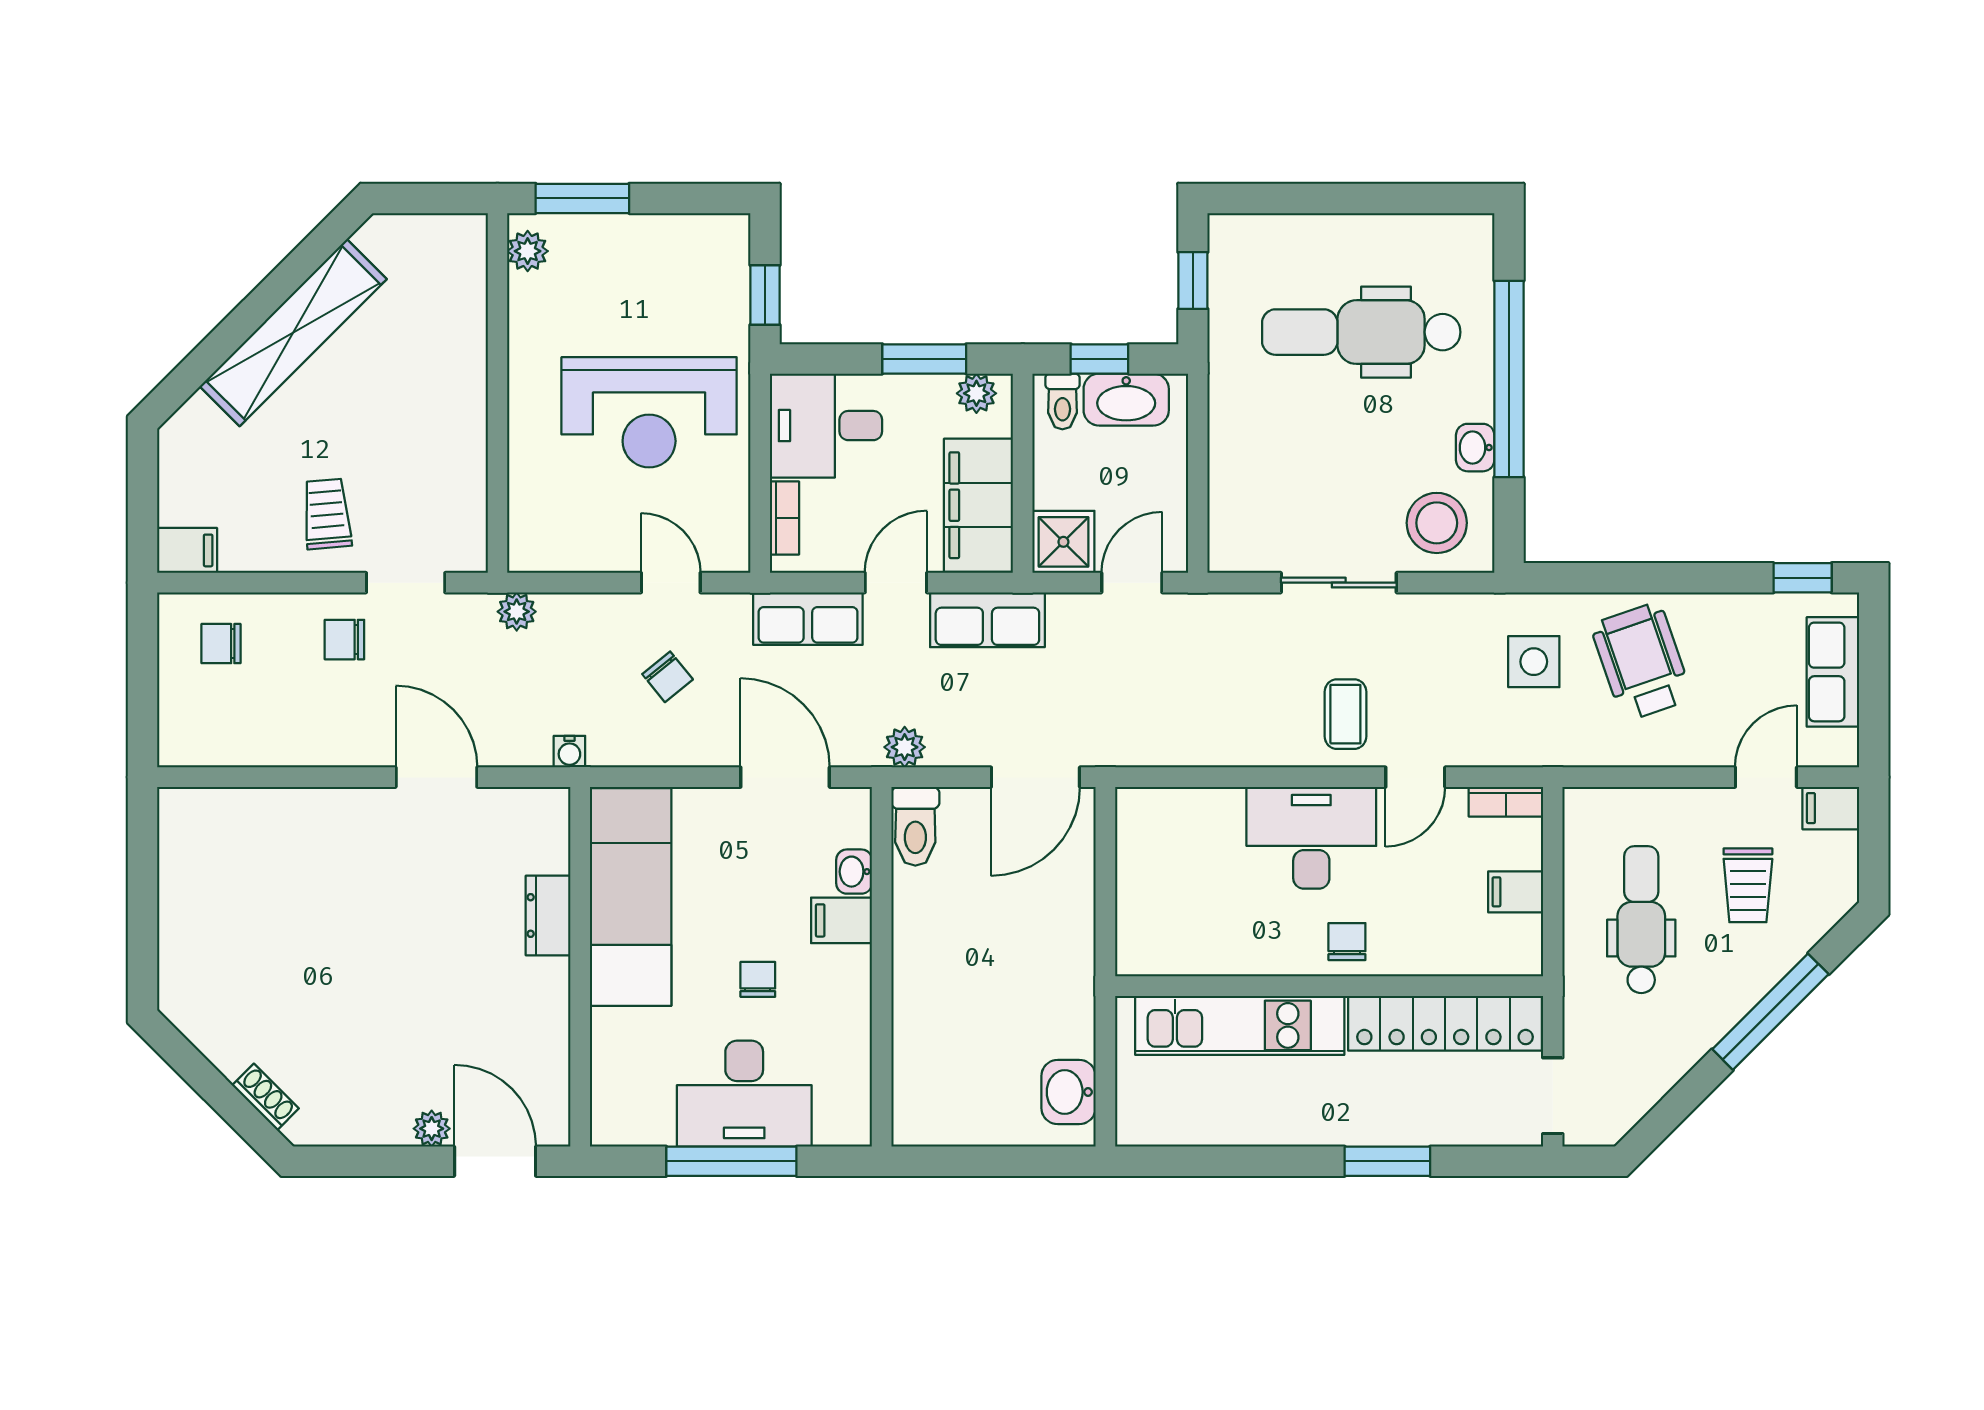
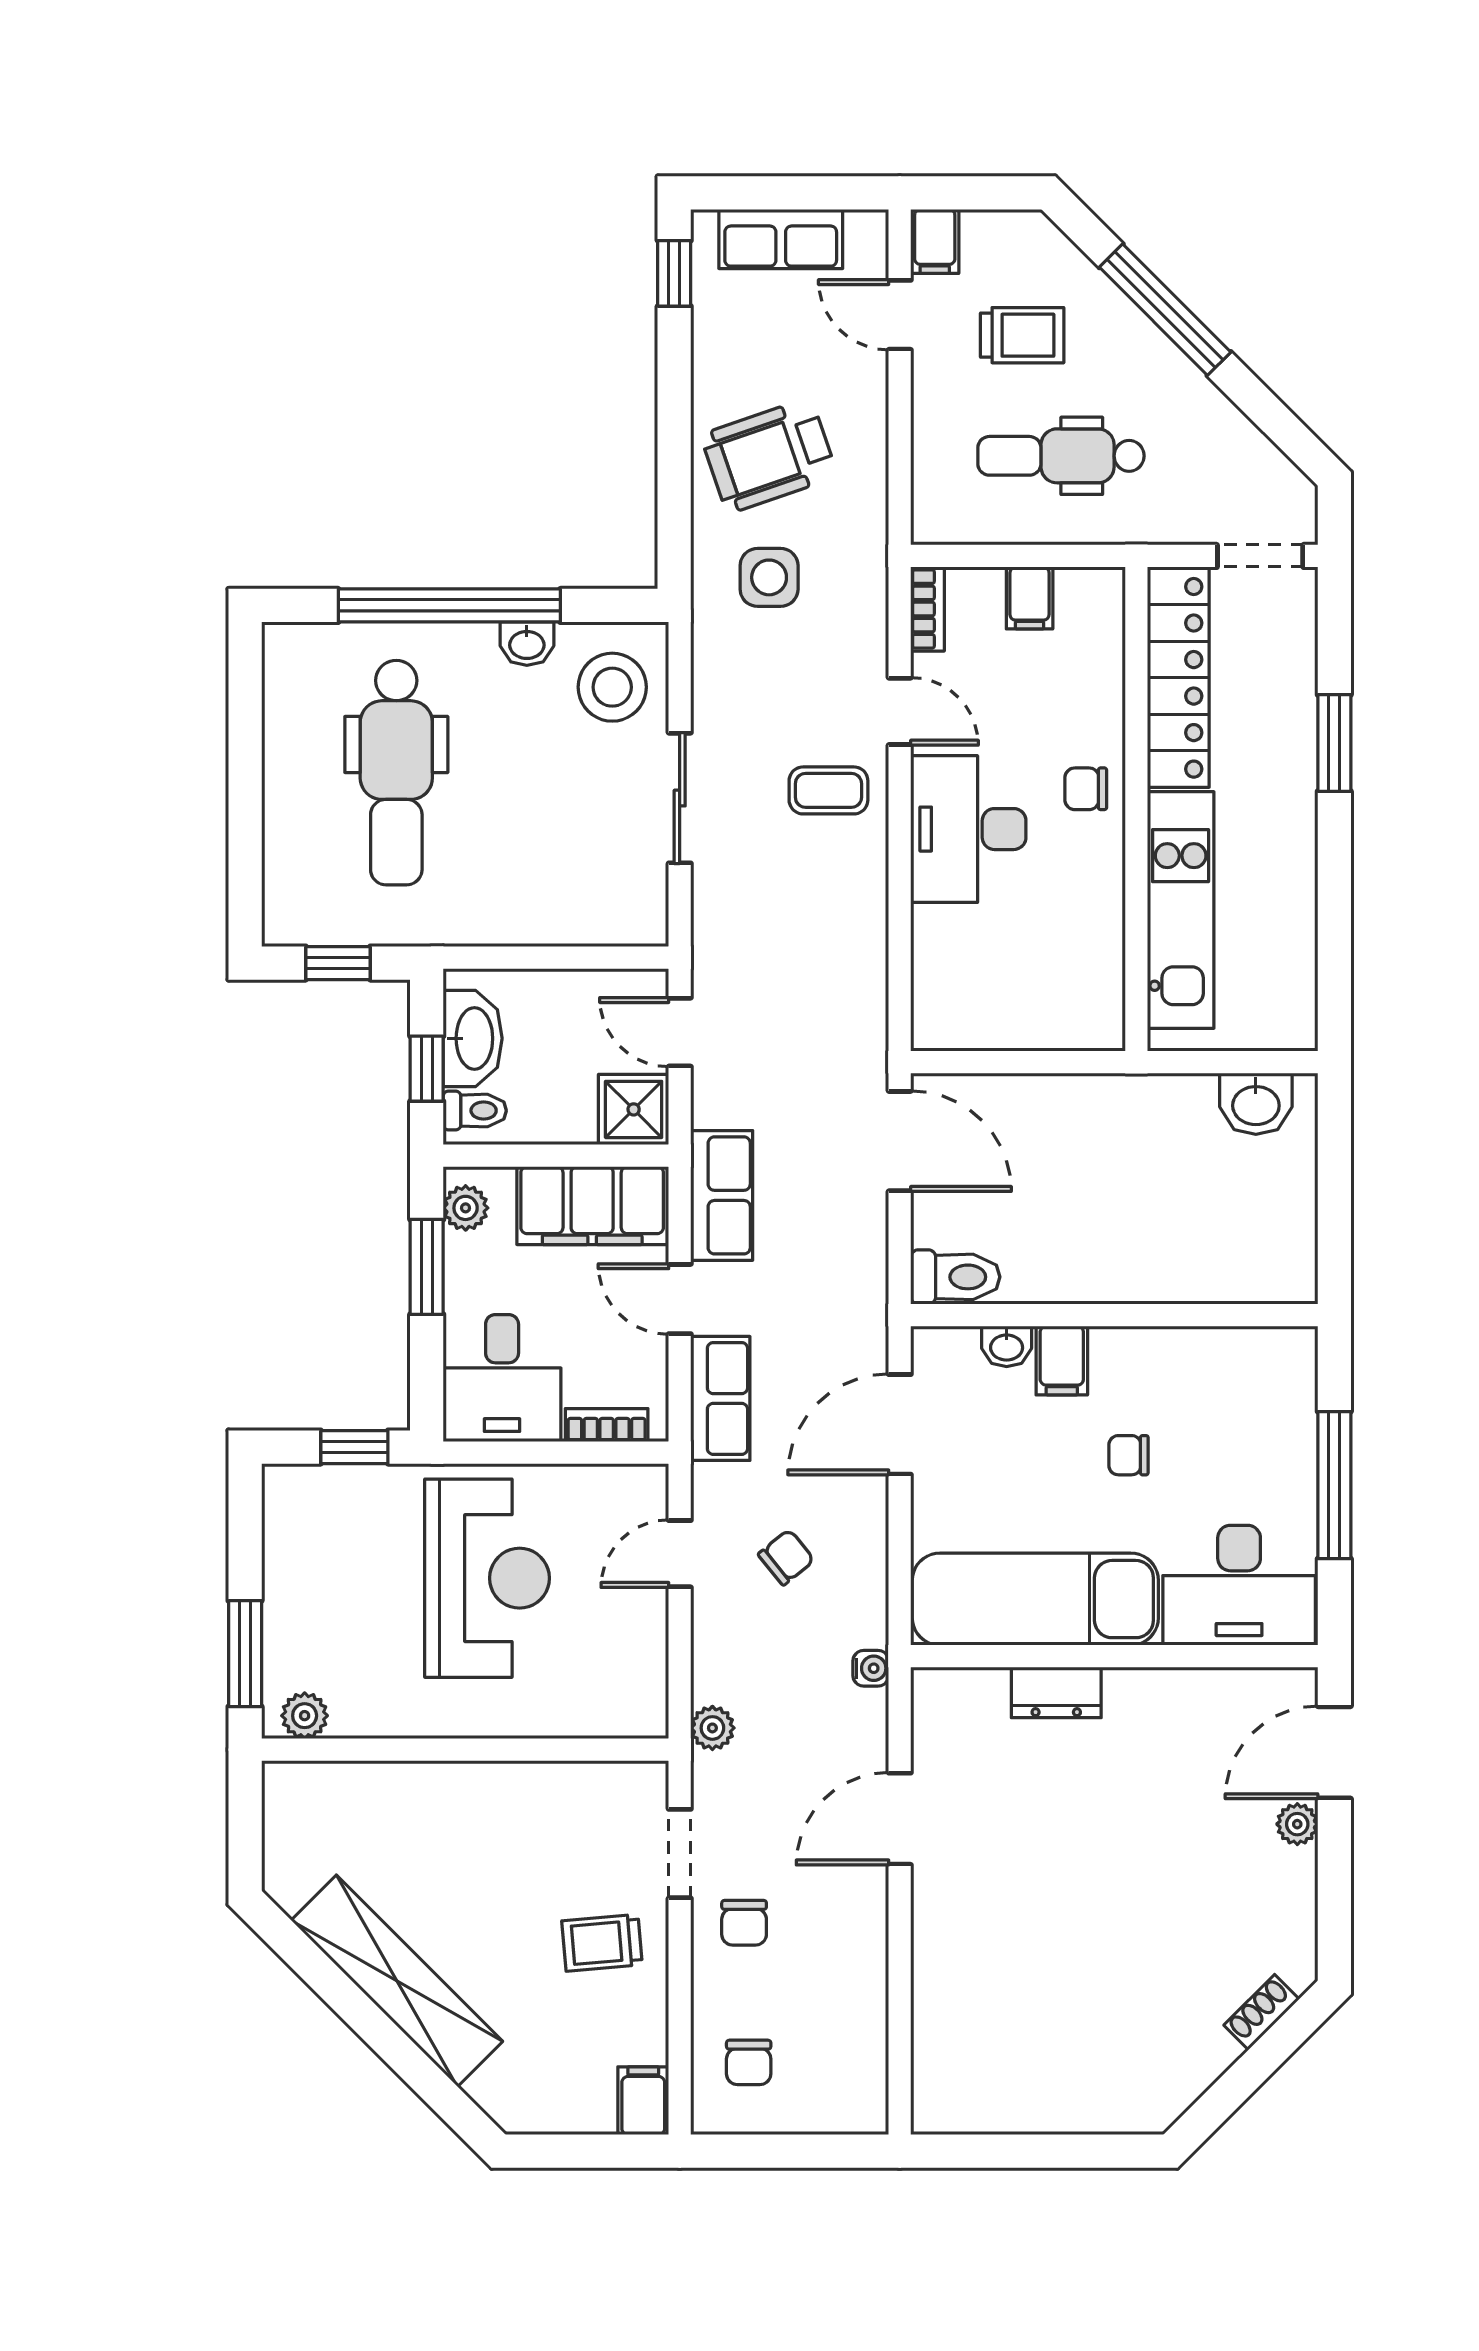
plant: (905, 747) -> (866, 1289), removed
desk: (744, 1094) -> (1239, 1585), moved, turned 90

